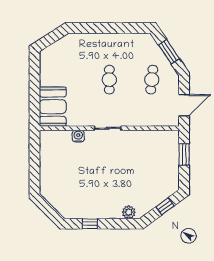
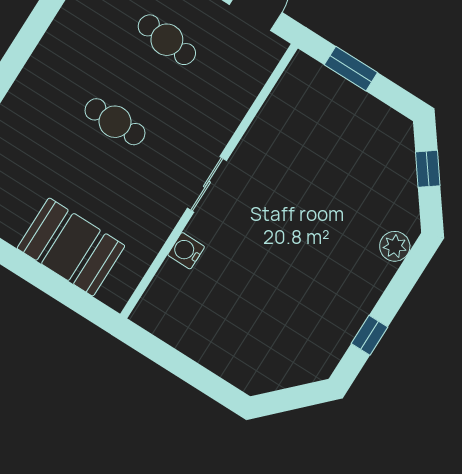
booth: (53, 107) -> (71, 247), moved

